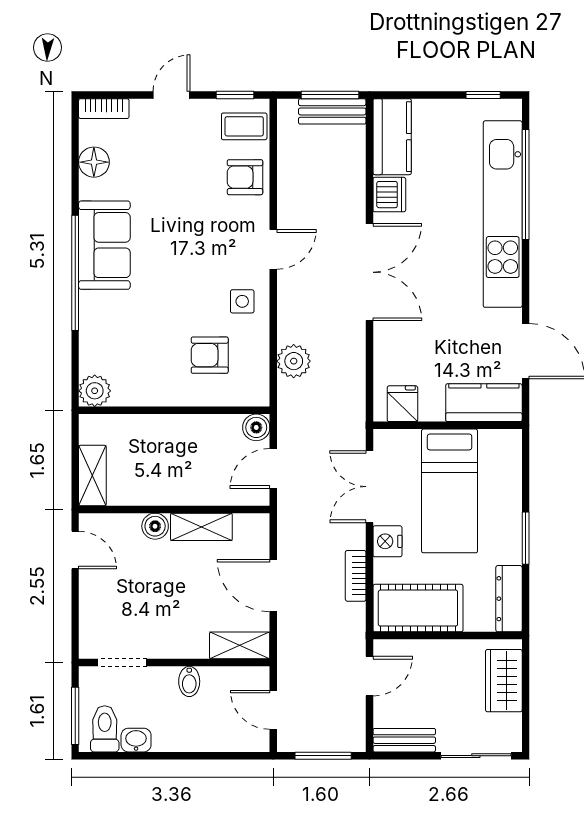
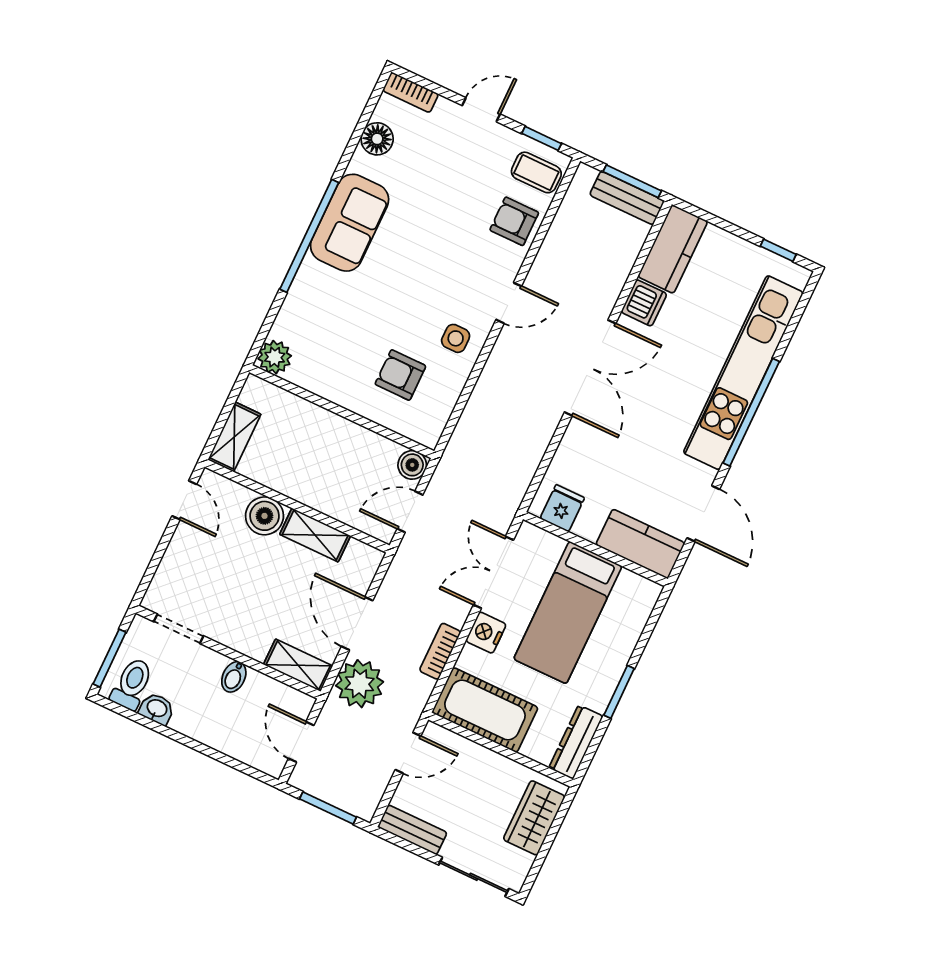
window: (526, 184) -> (751, 412), moved
plant: (294, 361) -> (360, 684), moved, width x1.36, depth x1.36
boiler: (155, 526) -> (265, 516), width x1.36, depth x1.36

